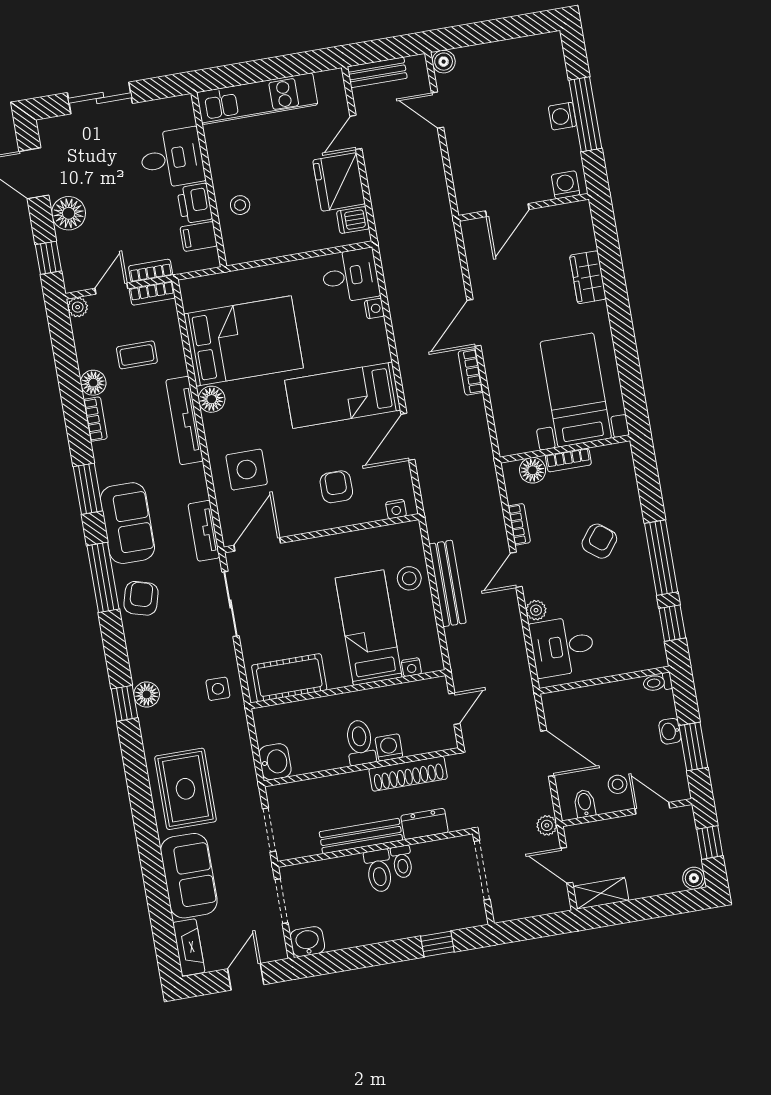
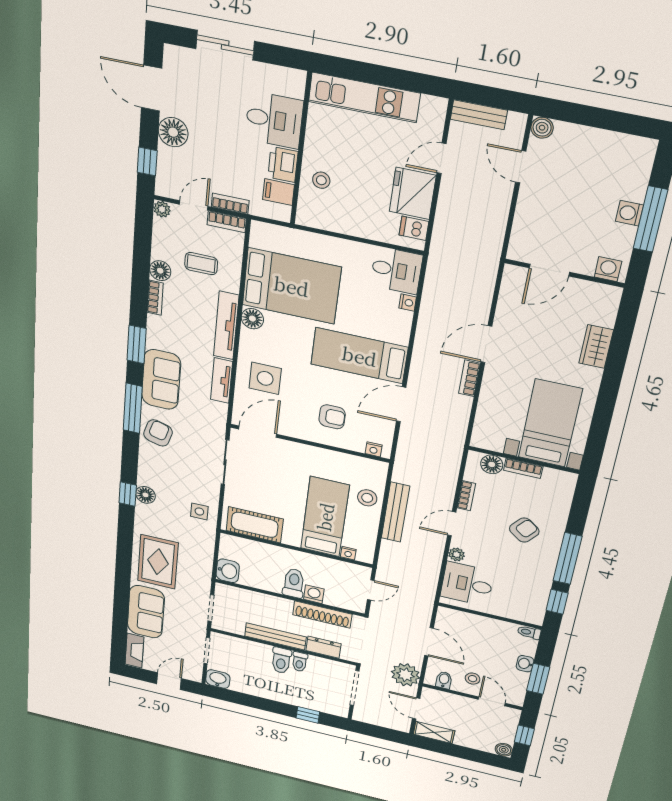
armchair: (336, 487) -> (332, 417), turned 90
tv unit: (204, 531) -> (222, 381), moved
plant: (547, 825) -> (405, 675), width x1.88, depth x1.88

